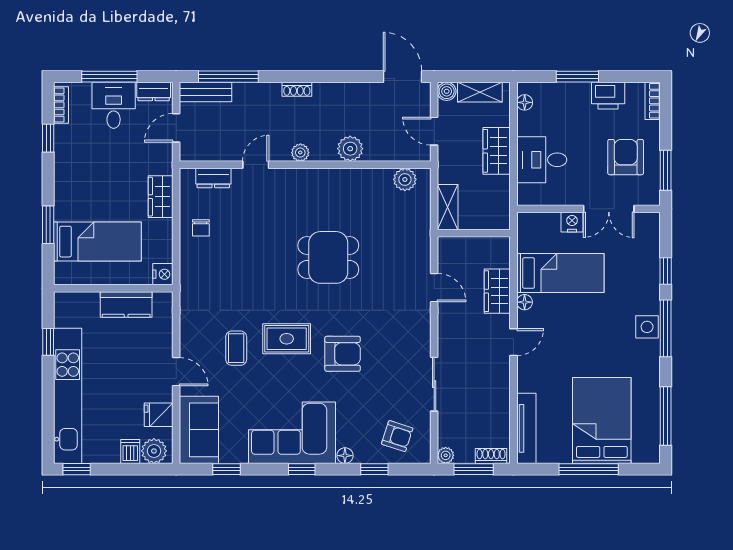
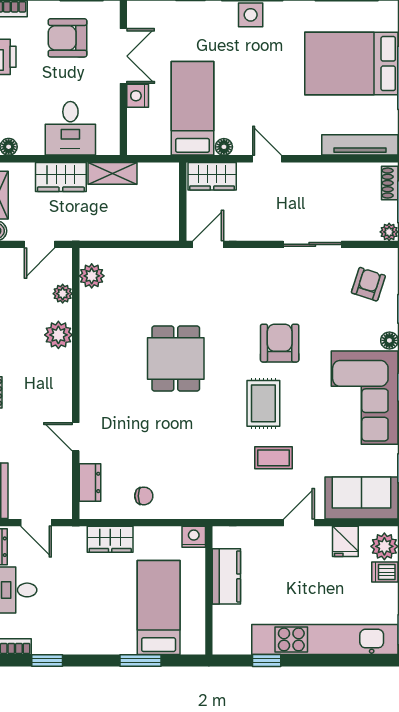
plant: (300, 153) -> (63, 294), moved
shelving: (448, 207) -> (112, 173), moved
wall: (474, 233) -> (183, 202), moved

